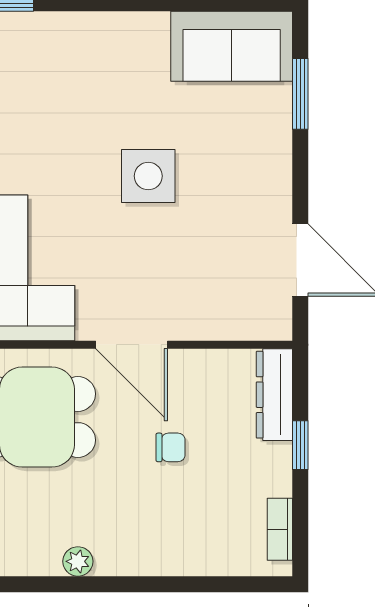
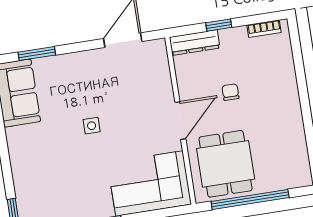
side table: (148, 176) -> (92, 126), width x0.54, depth x0.54
plant: (78, 561) -> (297, 131), removed

